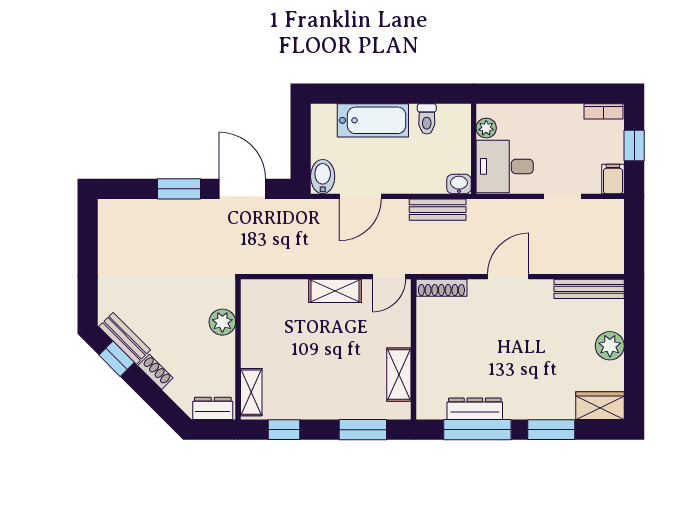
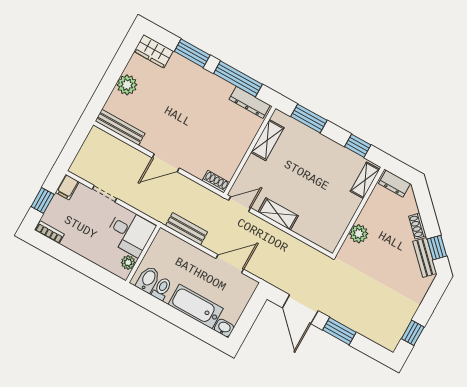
bidet: (323, 177) -> (148, 279), moved, turned 180
washbasin: (459, 184) -> (224, 328), moved, turned 180
window: (88, 237) -> (413, 333), added
shoe rack: (441, 288) -> (216, 182), width x0.70
dresser: (475, 409) -> (250, 102), moved

